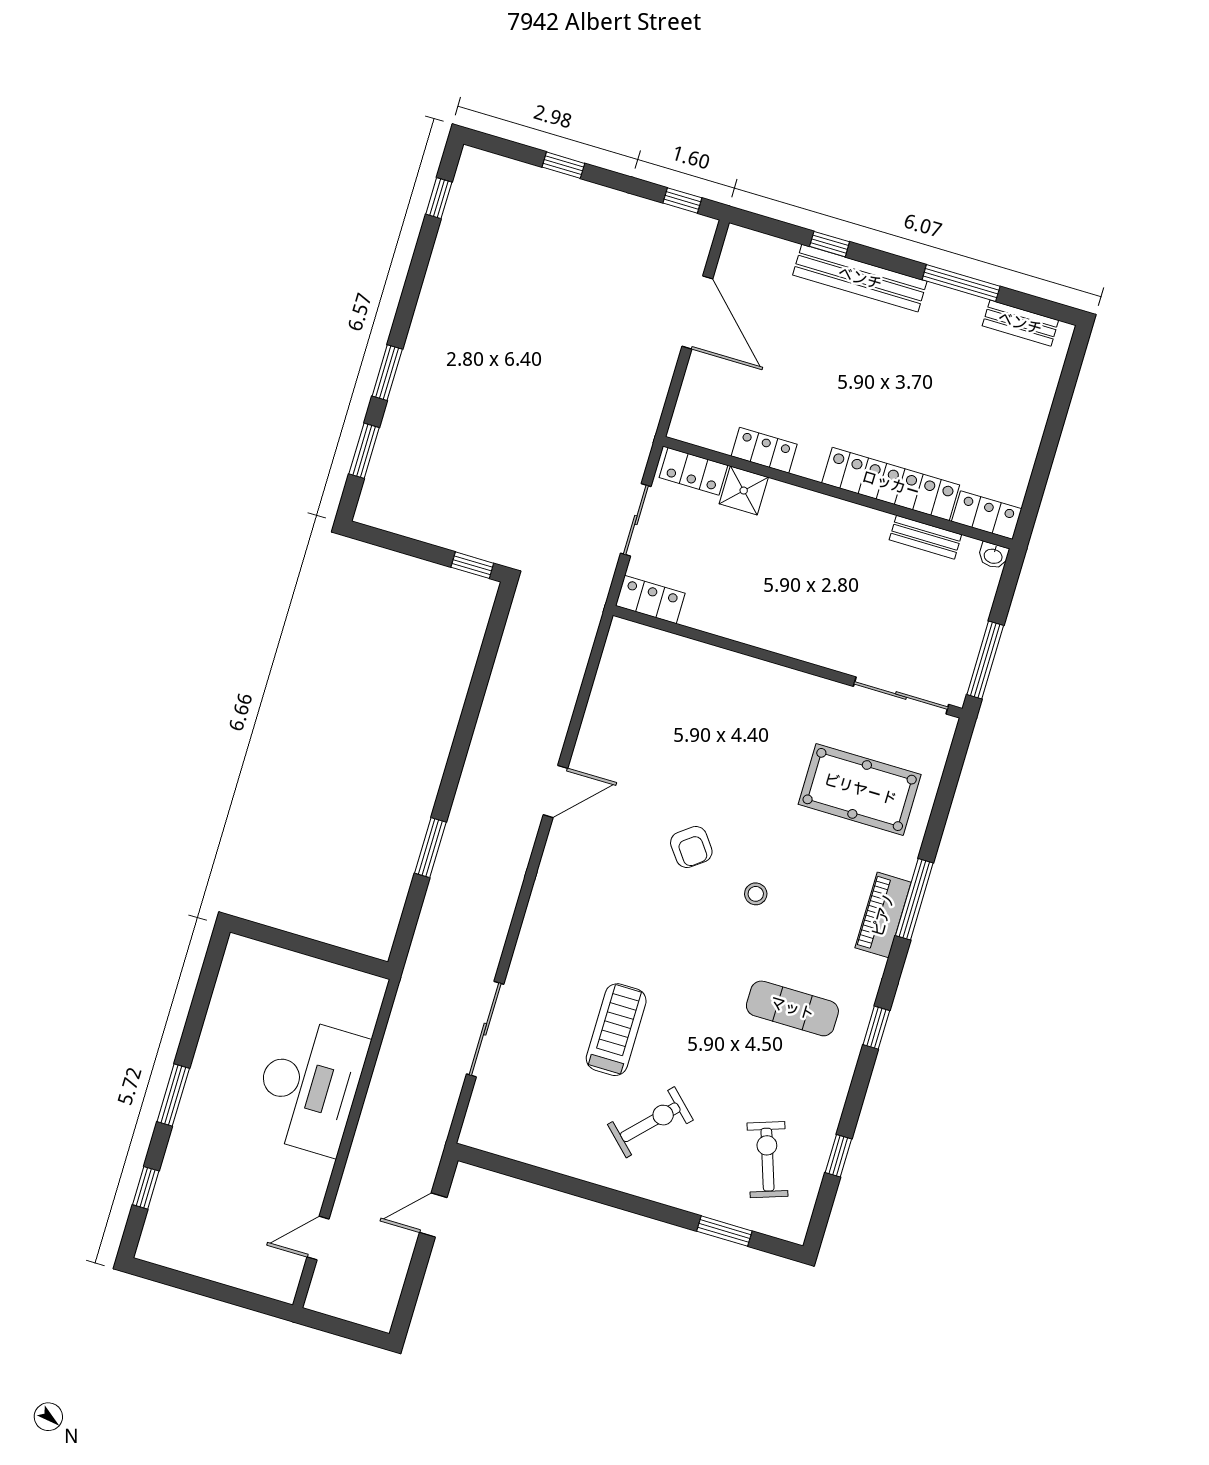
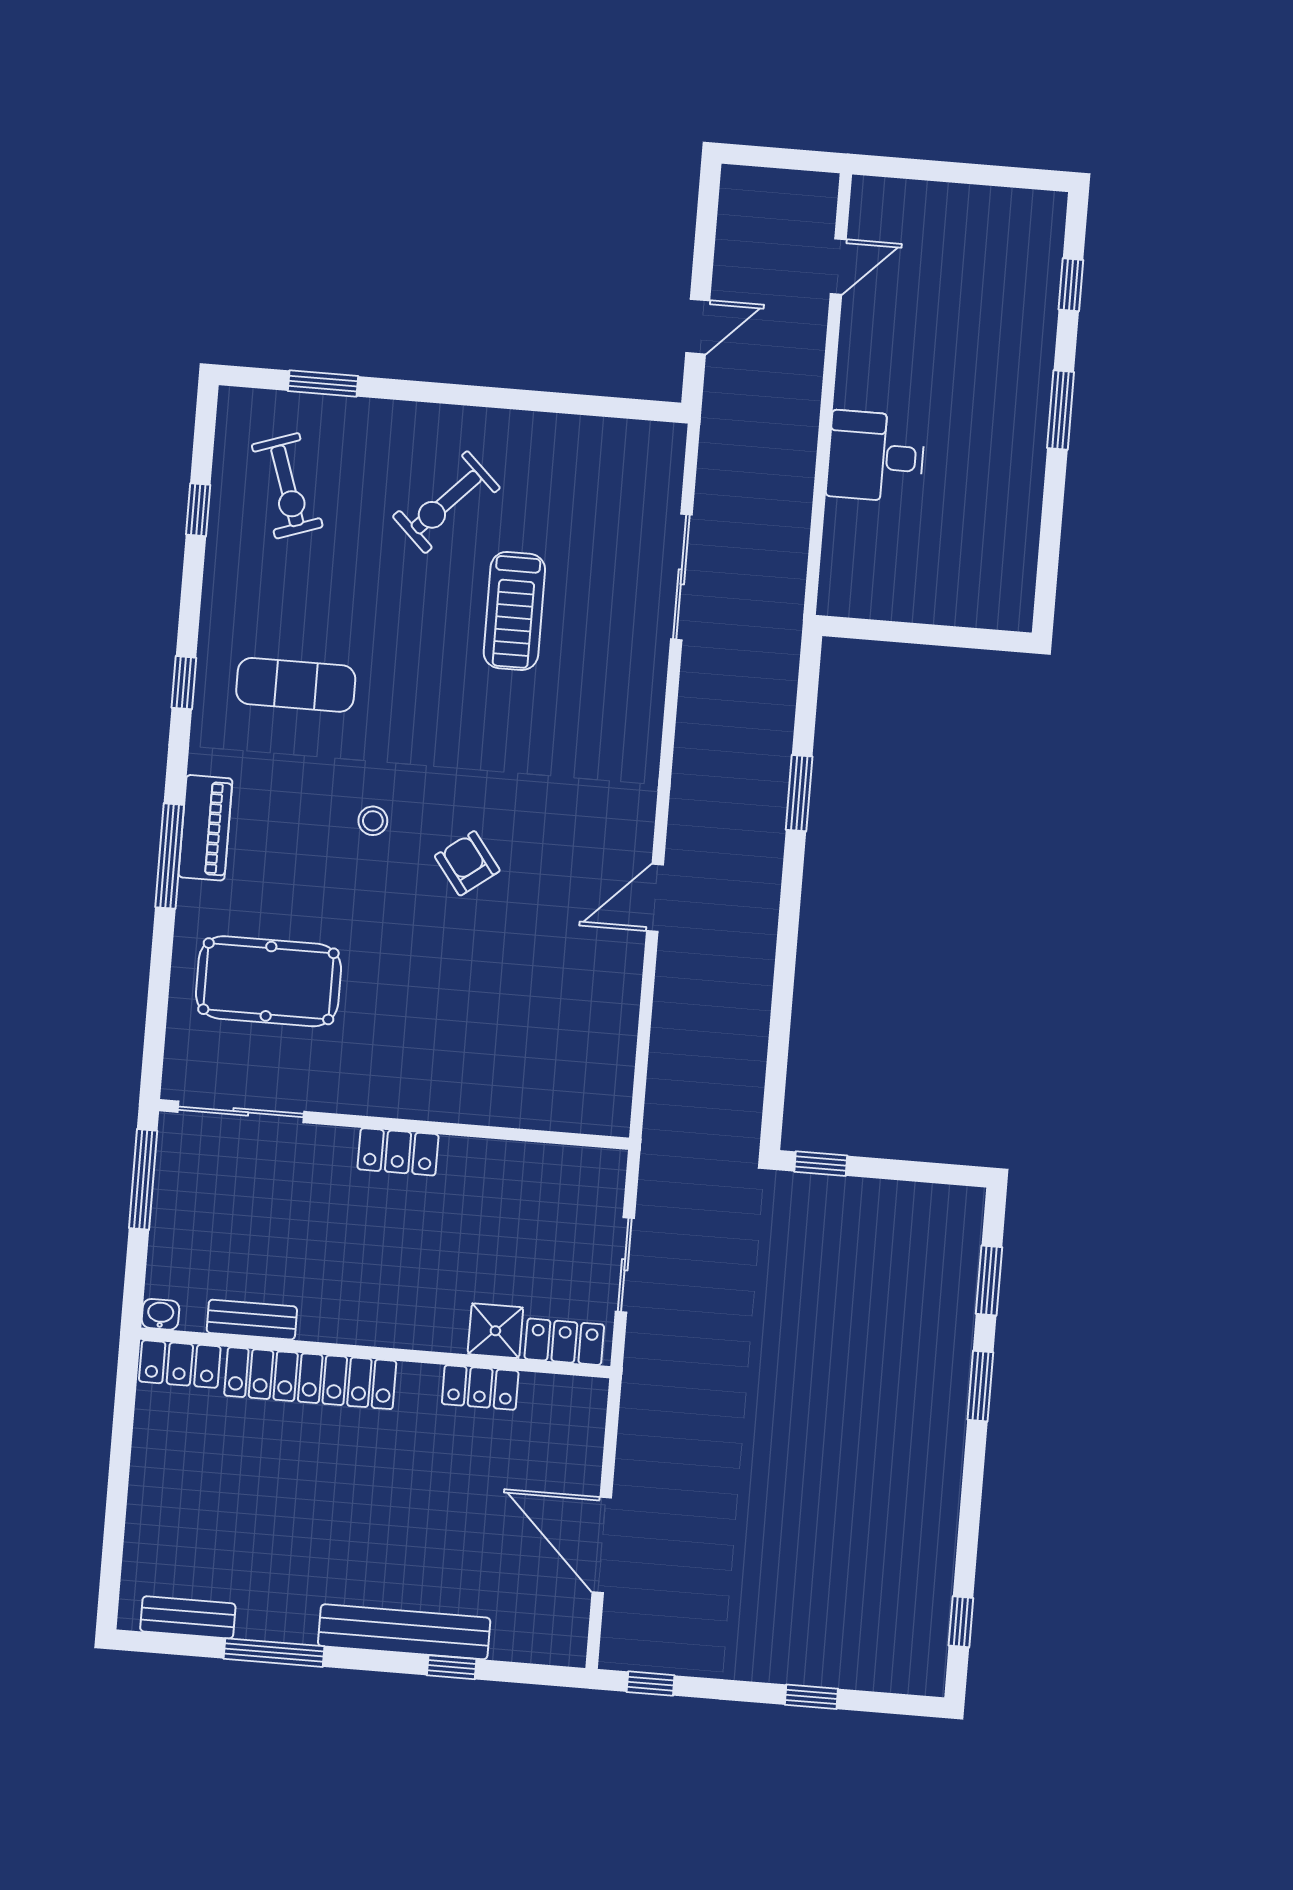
locker: (650, 600) -> (398, 1152), moved
desk: (309, 1086) -> (876, 457), width x0.53, depth x0.77

